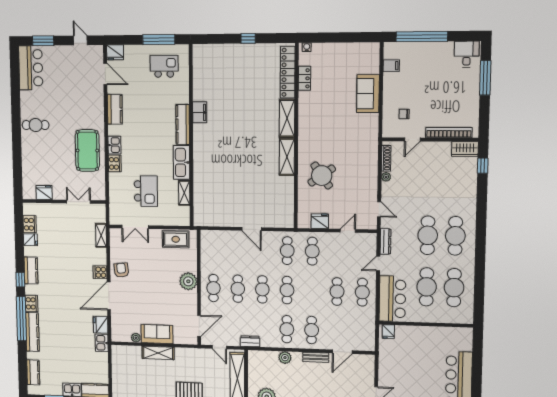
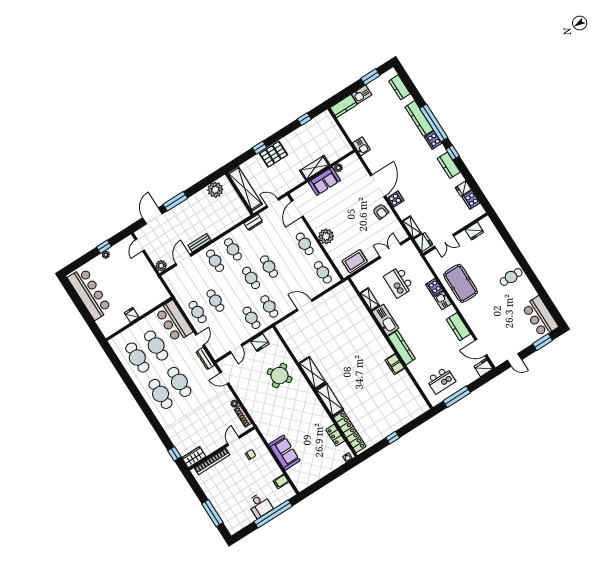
desk: (467, 54) -> (260, 505), moved
cafe table: (238, 289) -> (323, 272), moved
fridge: (101, 325) -> (423, 242), moved
fridge: (388, 332) -> (132, 315), moved
plant: (285, 358) -> (161, 266), moved

